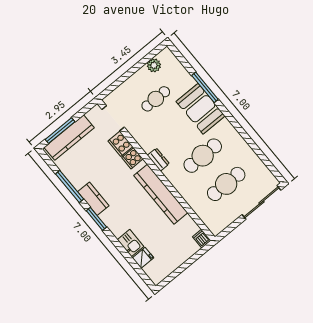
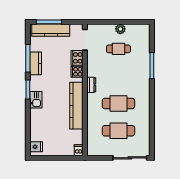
plant: (154, 65) -> (120, 29), moved
booth: (201, 109) -> (139, 76), removed
kitchen counter: (93, 199) -> (36, 63), moved
kitchen sink: (130, 243) -> (36, 100), moved
fridge: (143, 258) -> (36, 147), moved

